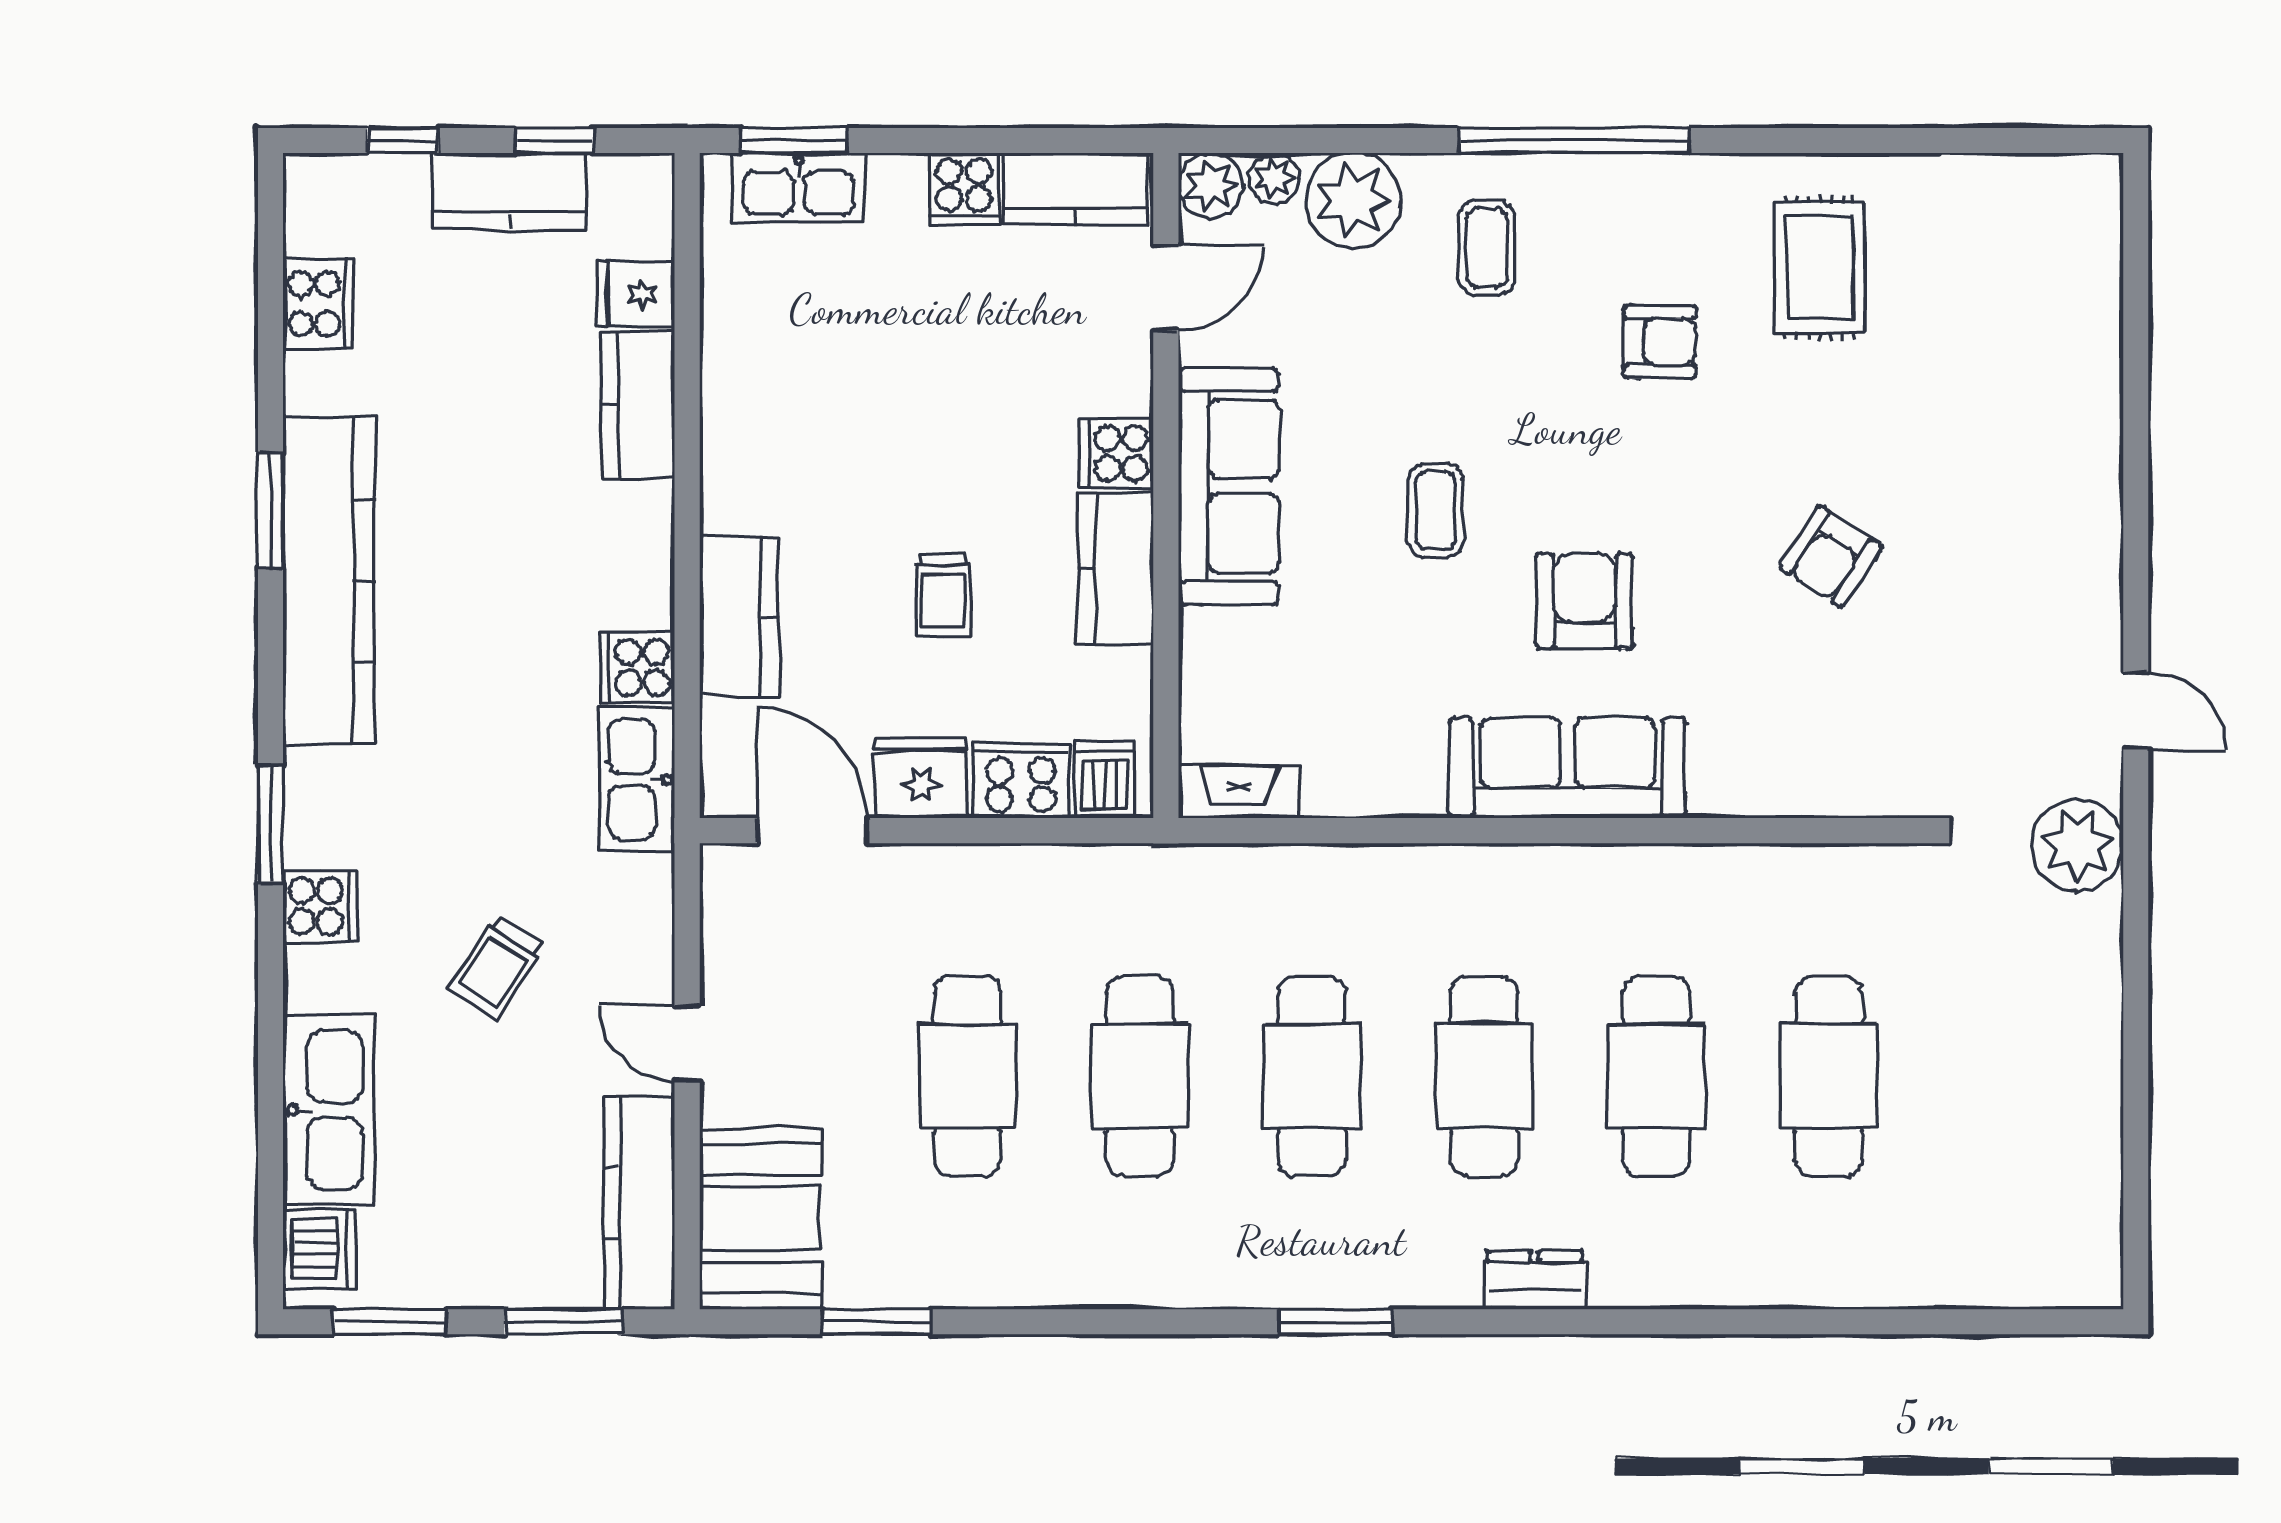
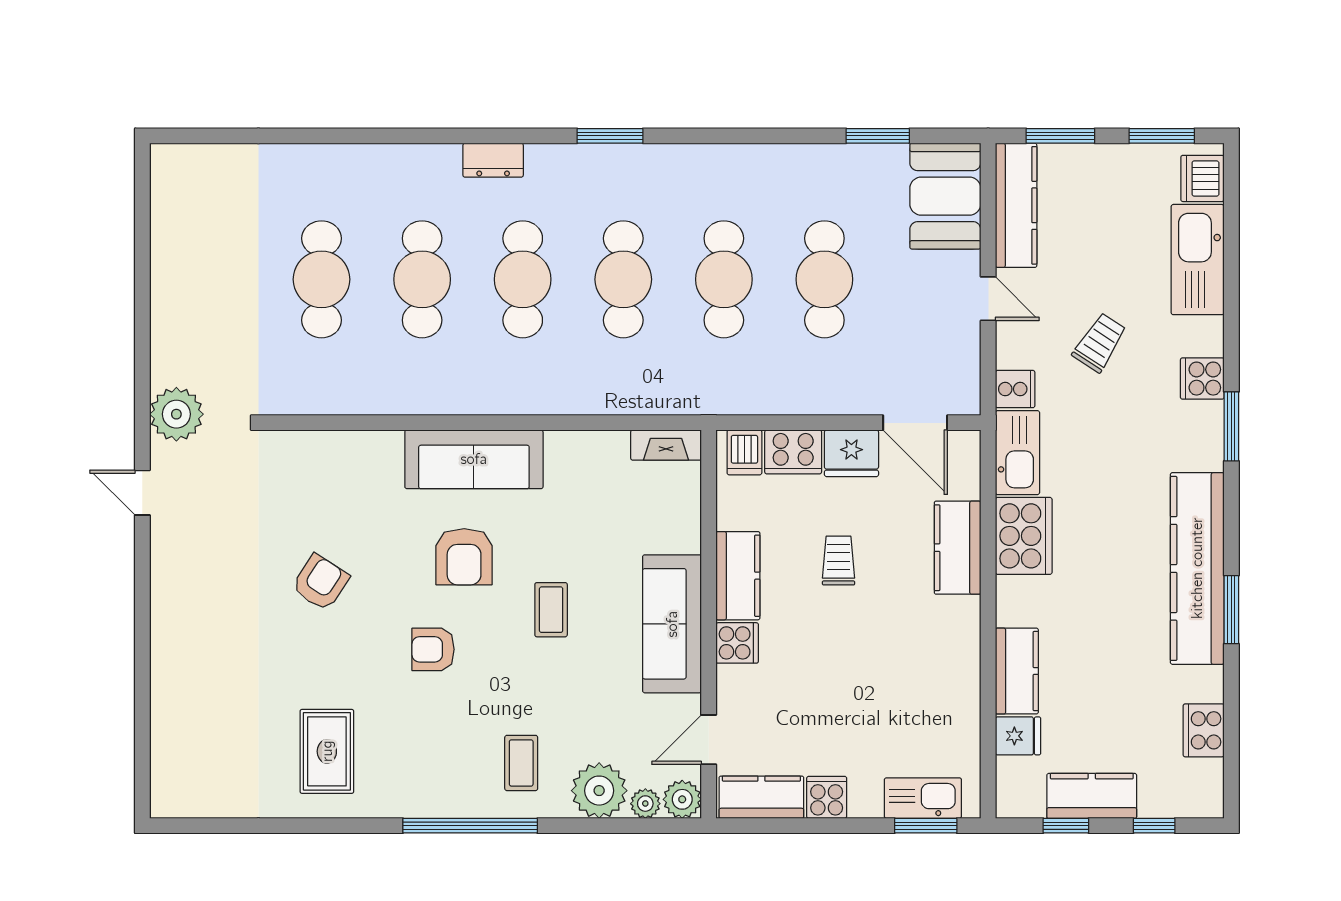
armchair: (1660, 342) -> (433, 649), moved
cooker: (638, 667) -> (1024, 536), width x1.87, depth x1.31
cooker: (641, 888) -> (1015, 389), added

